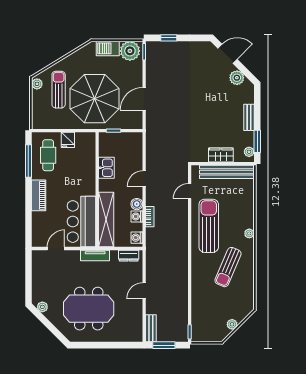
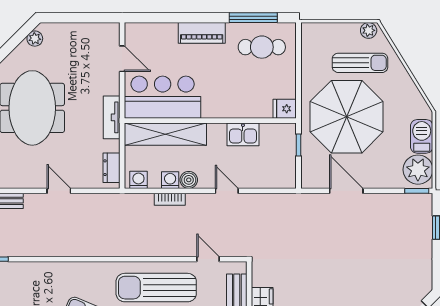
fridge: (68, 140) -> (285, 109), moved
sun lounger: (209, 226) -> (156, 288), turned 180

